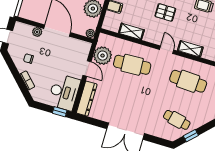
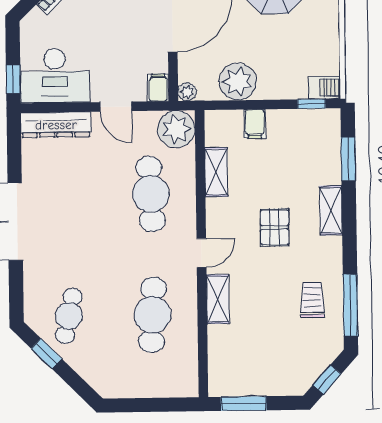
filing cabinet: (84, 46) -> (158, 88), added
plant: (103, 56) -> (176, 129), moved
door: (87, 68) -> (116, 107), hinge flipped

